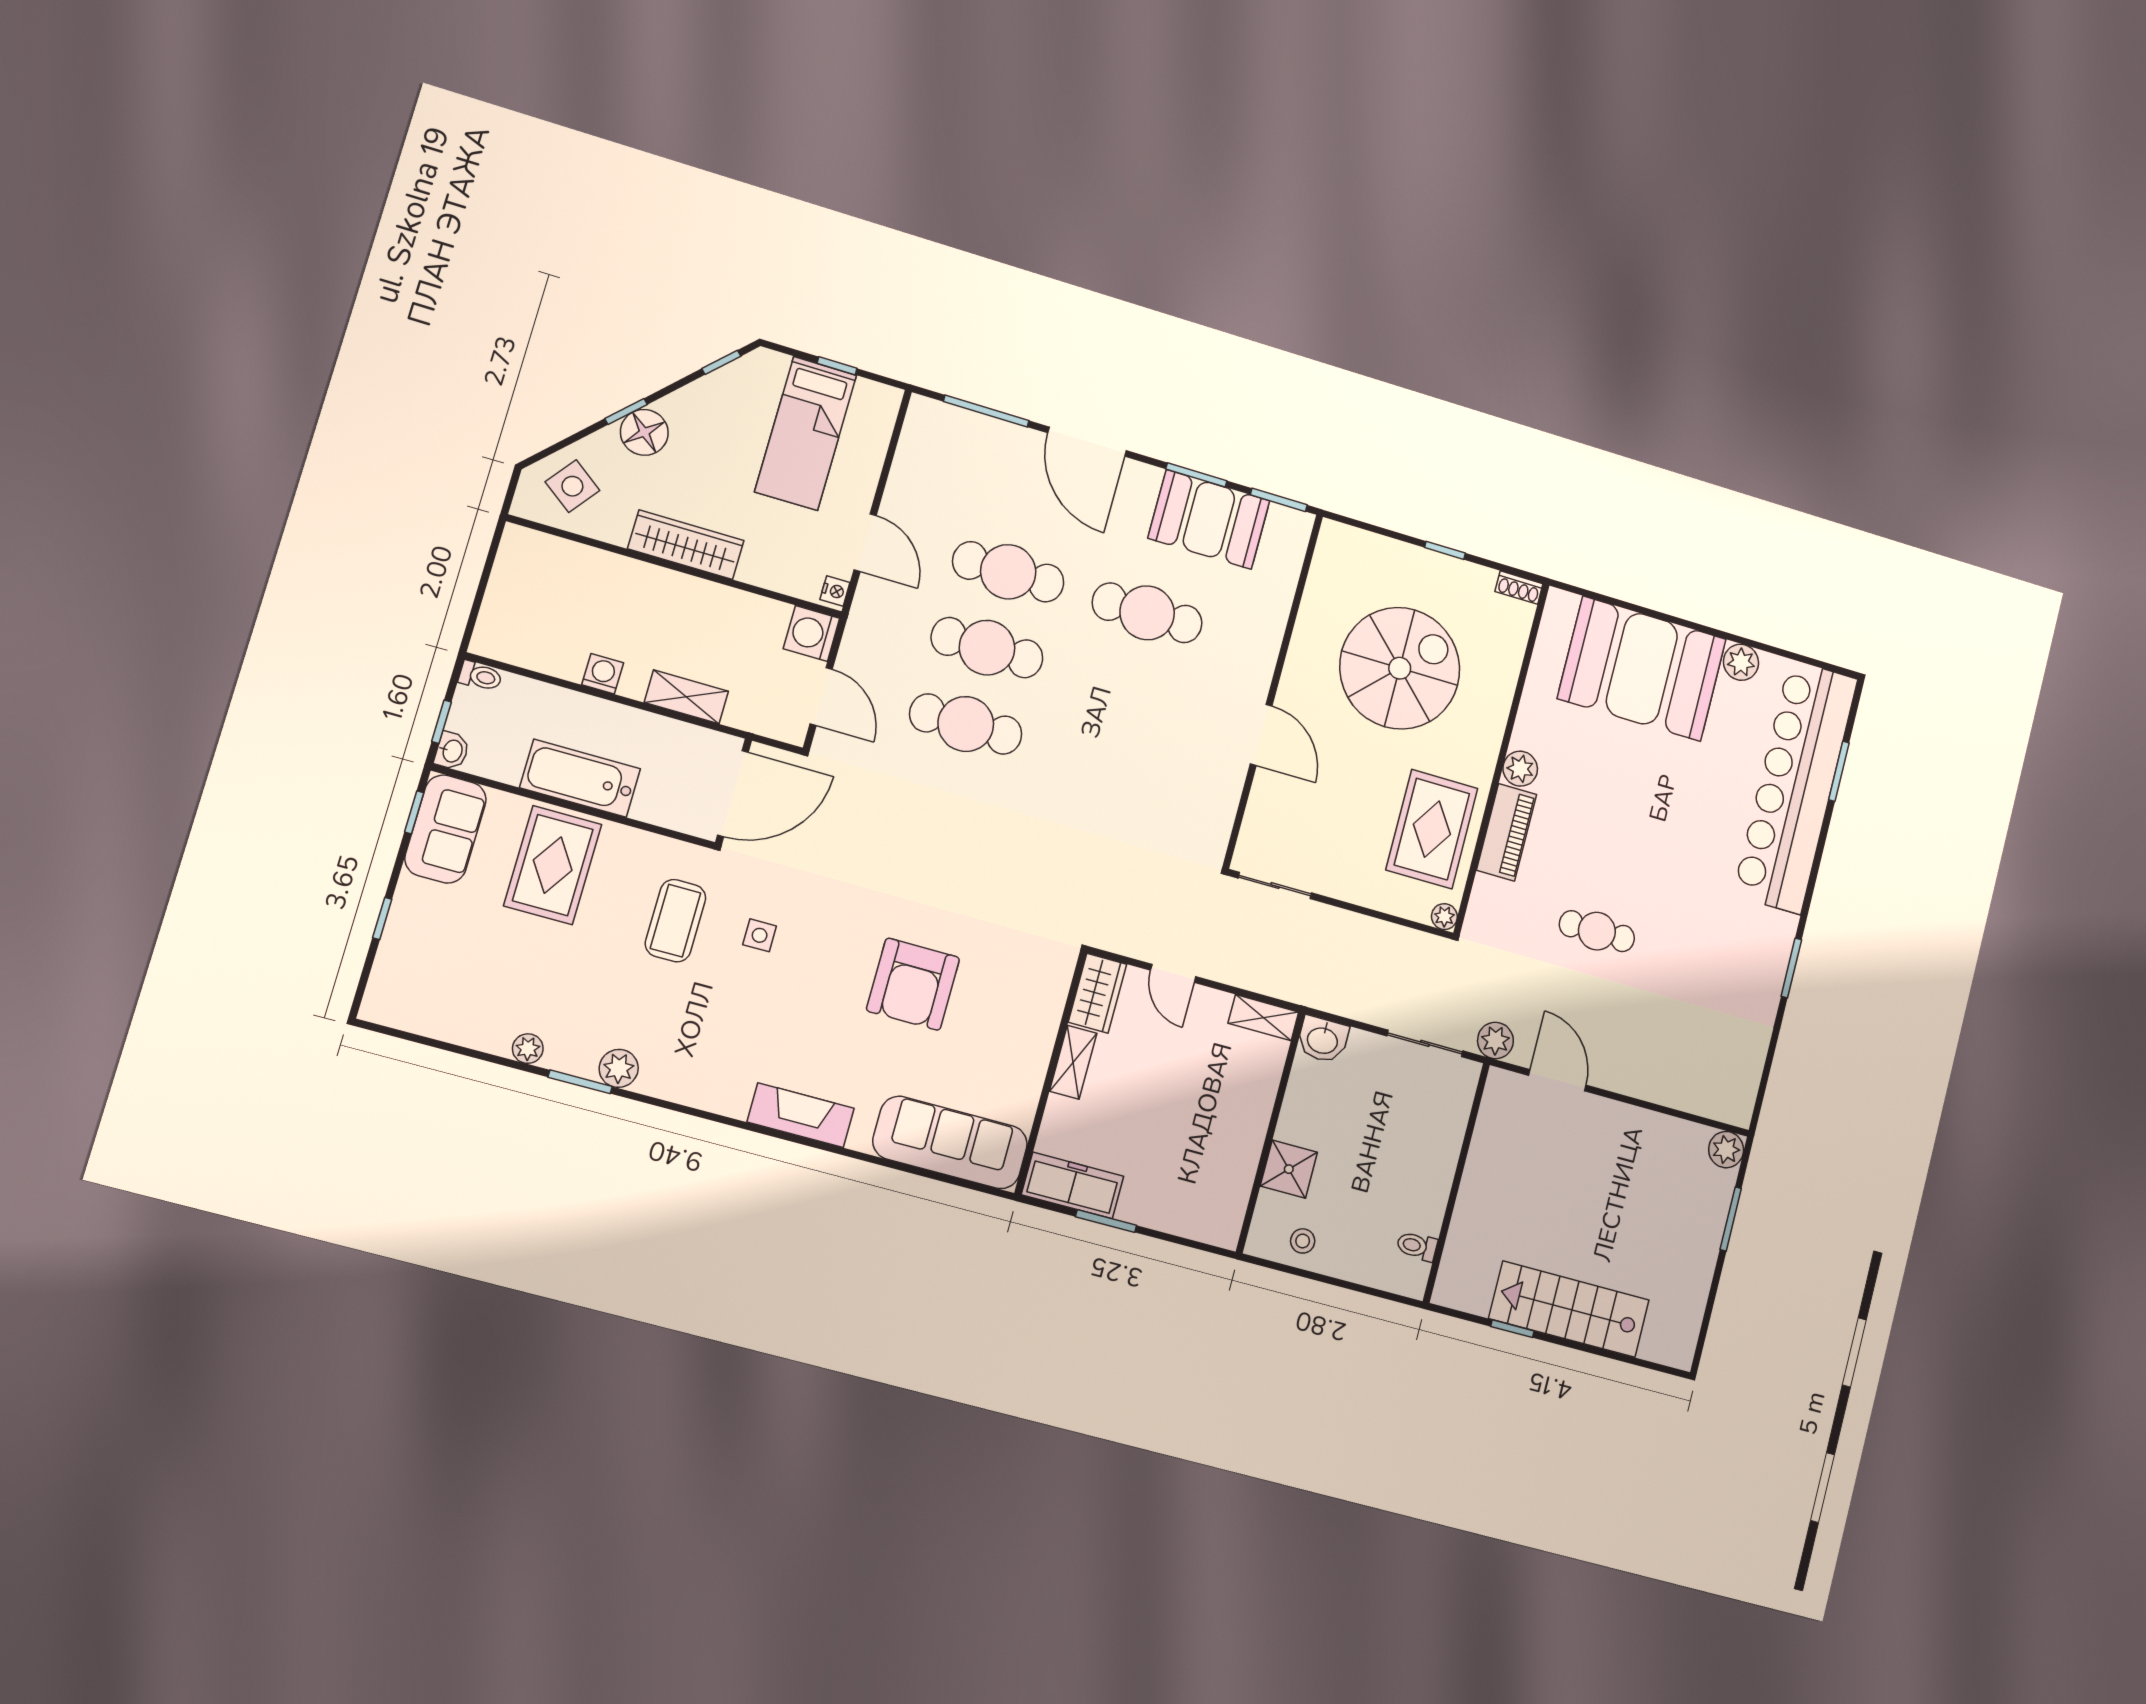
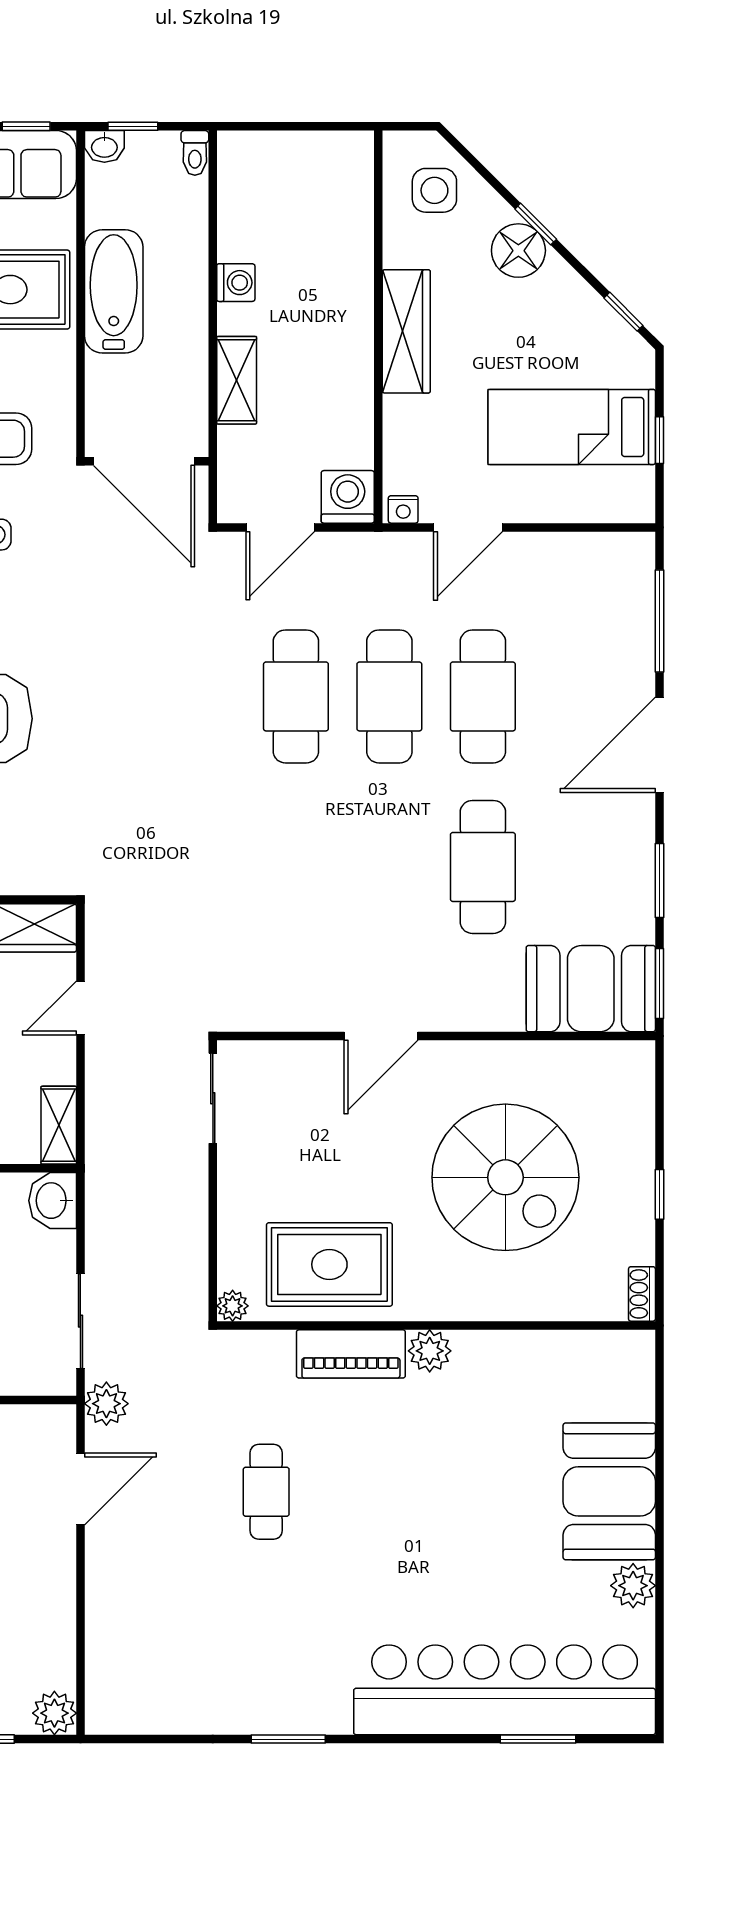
side table: (572, 486) -> (434, 190), turned -37
booth: (1209, 519) -> (591, 989), moved, turned 90
booth: (1642, 669) -> (609, 1491), width x0.73, depth x0.70

